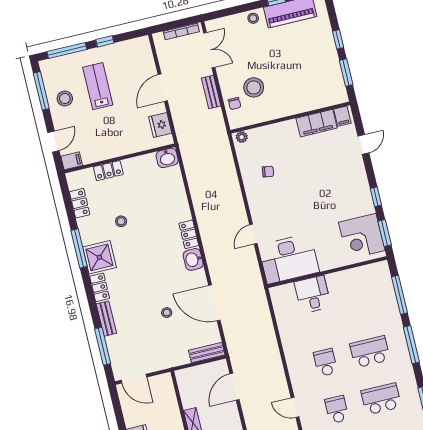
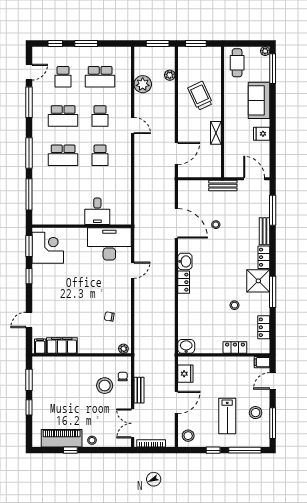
stool: (139, 51) -> (188, 436), added
bench: (207, 353) -> (223, 186), moved

